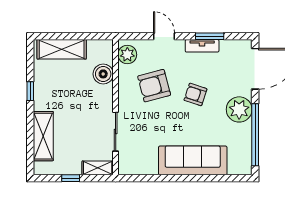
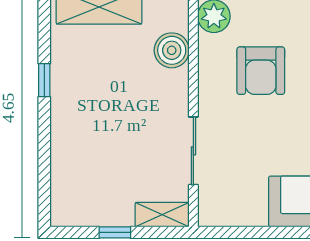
armchair: (154, 86) -> (261, 71), turned -75
shelving: (43, 136) -> (67, 159), removed

